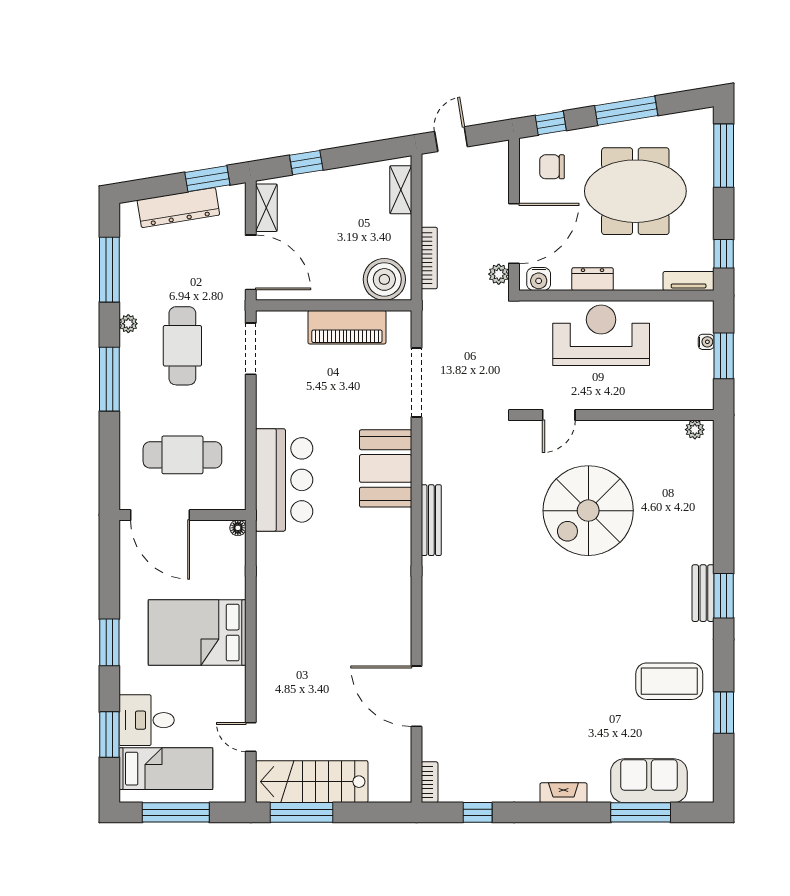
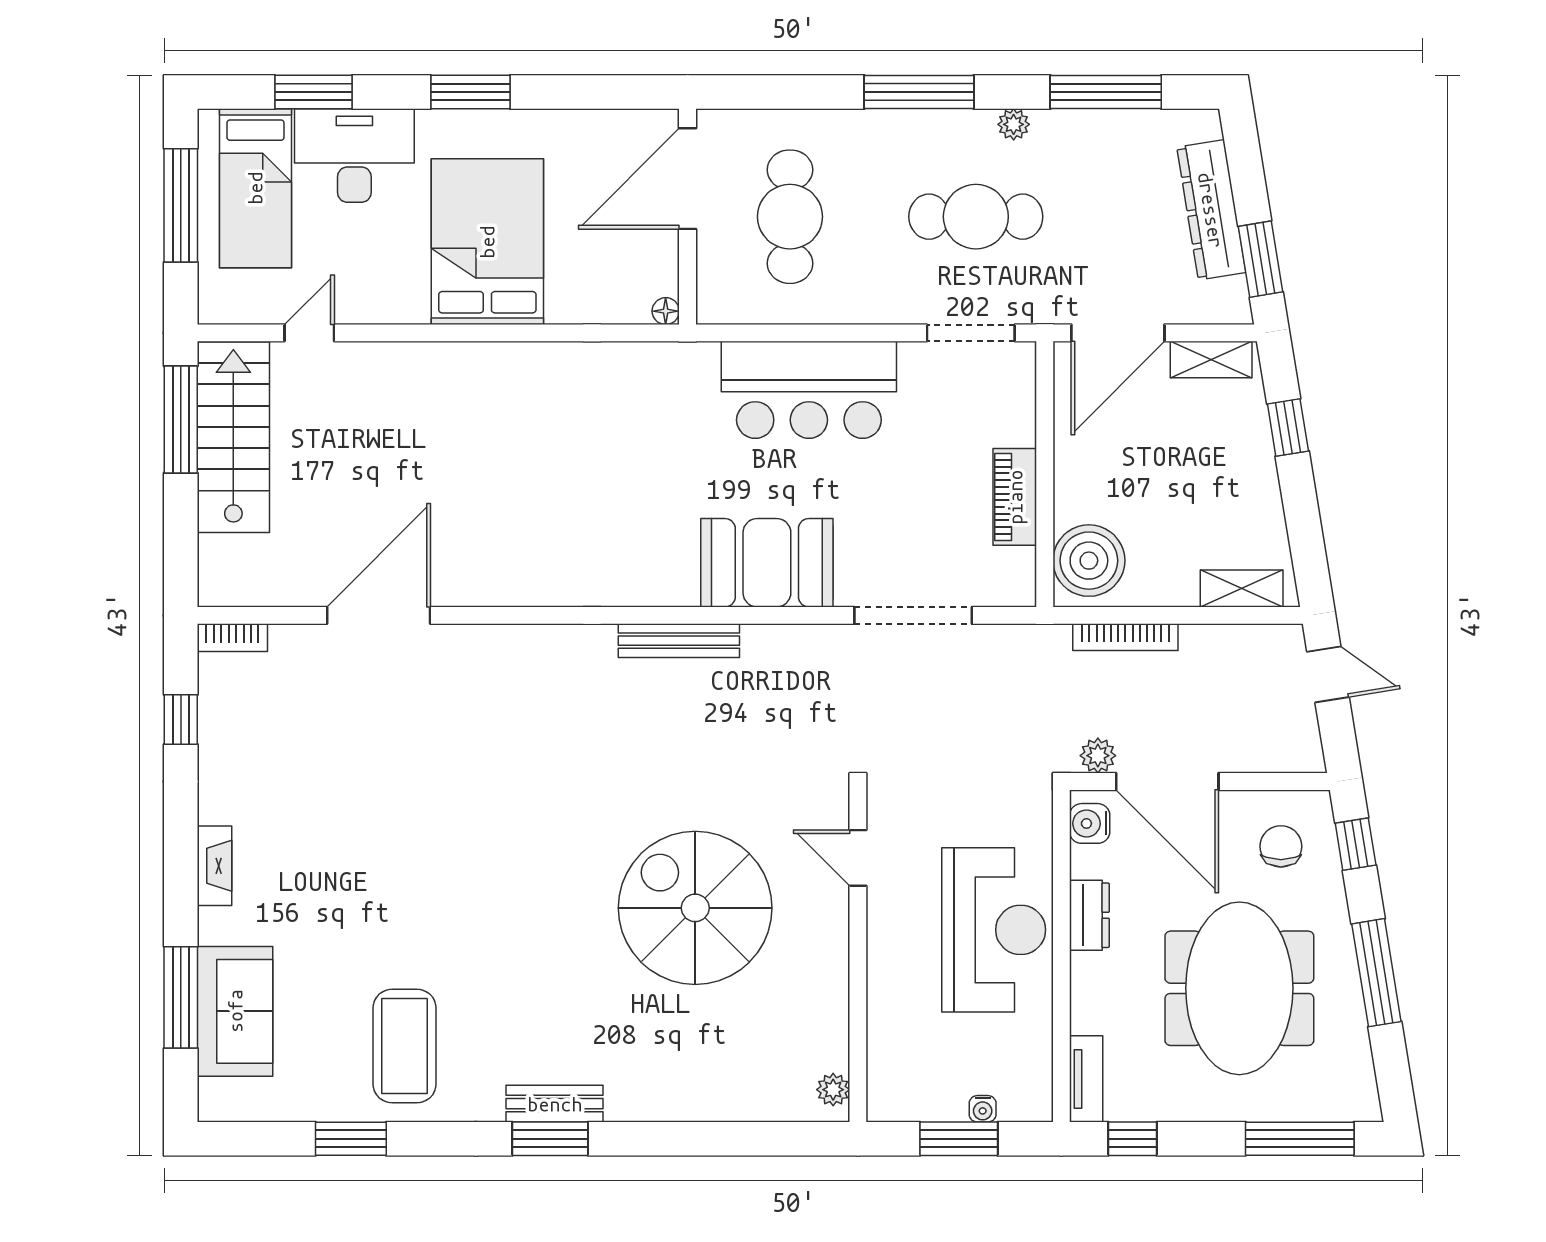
piano: (347, 327) -> (1015, 497), width x0.73, depth x0.75
bar counter: (284, 480) -> (809, 390), moved
desk: (147, 720) -> (354, 156), width x1.37

